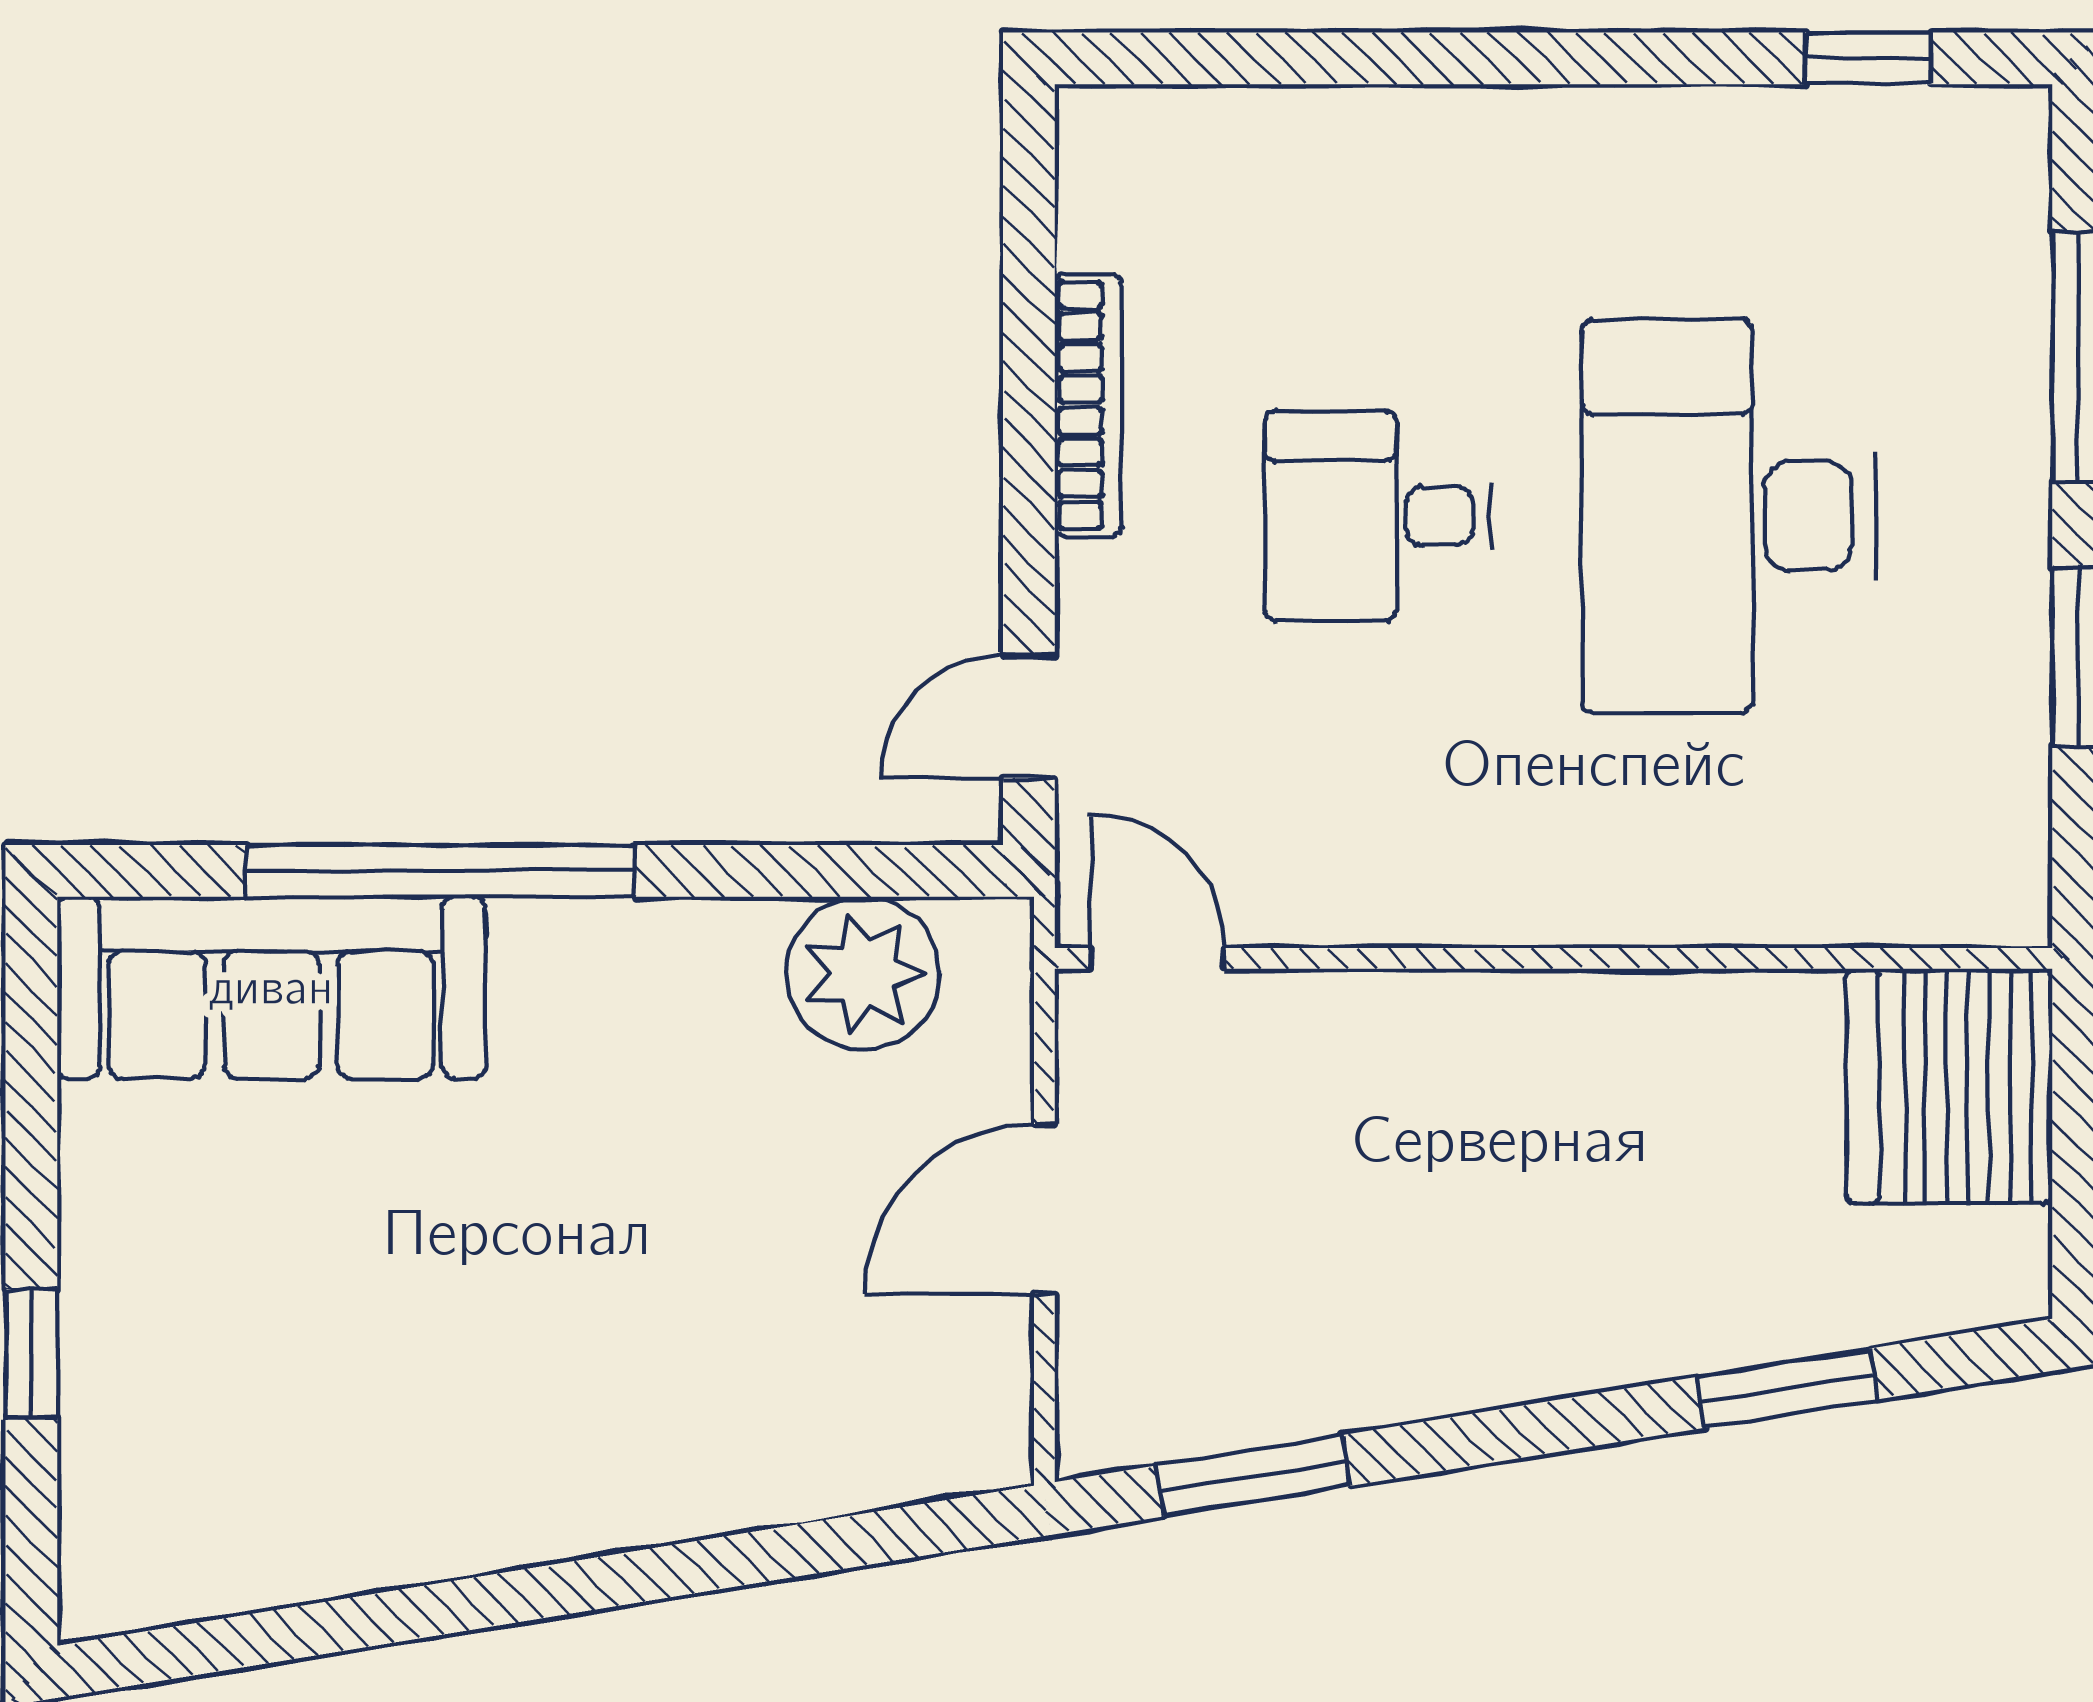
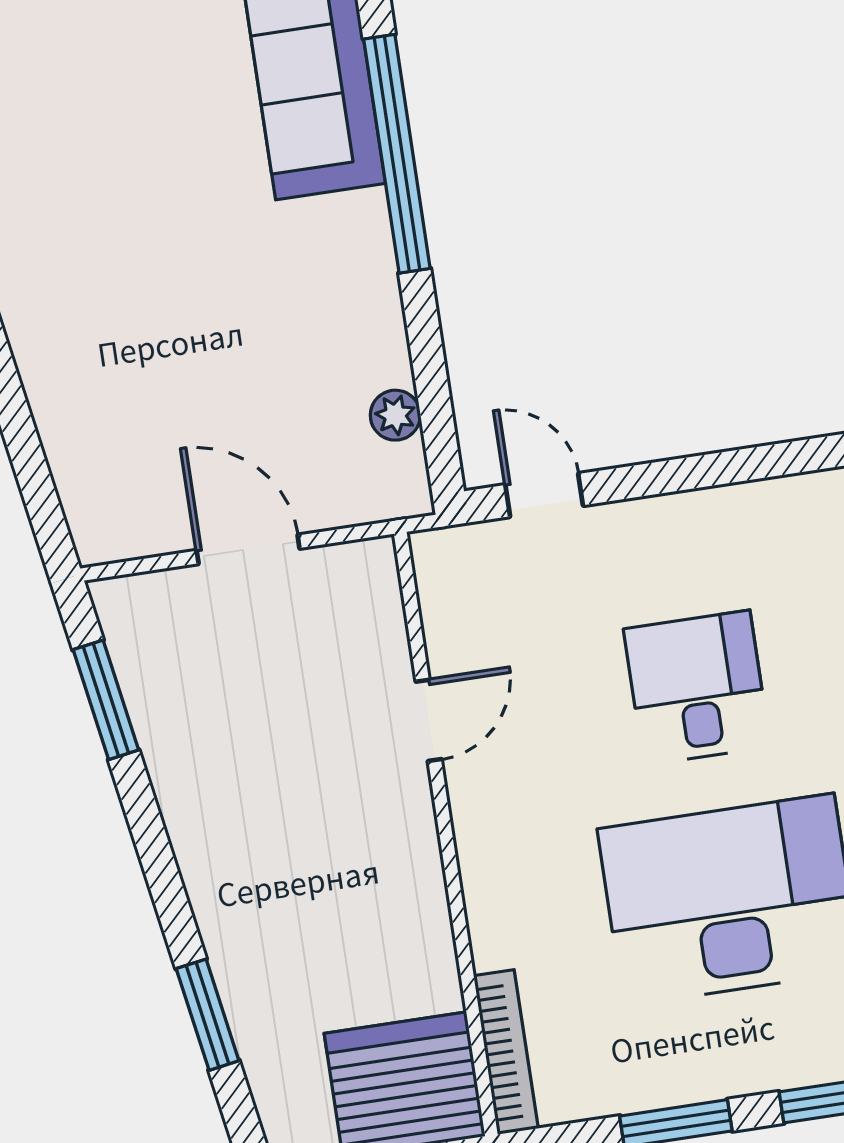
bookcase: (1088, 405) -> (506, 1052), moved, turned -90
door: (1157, 958) -> (429, 720), moved
plant: (863, 973) -> (395, 415), width x0.53, depth x0.53

